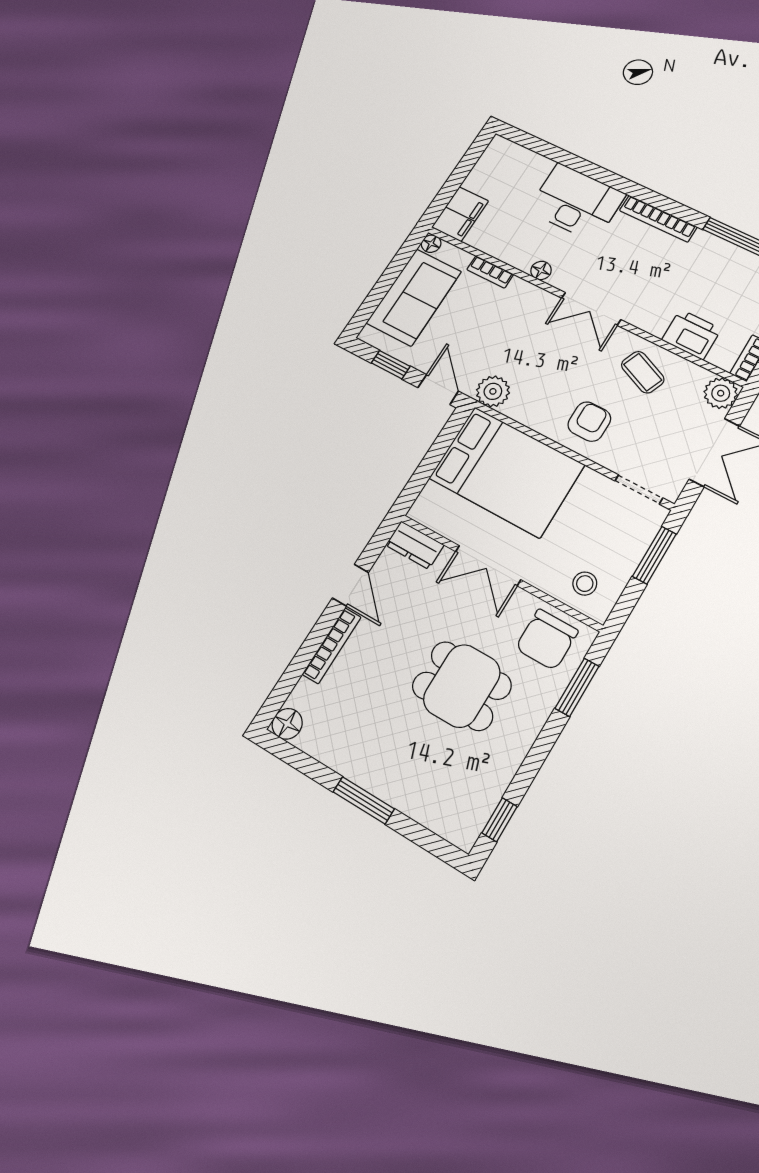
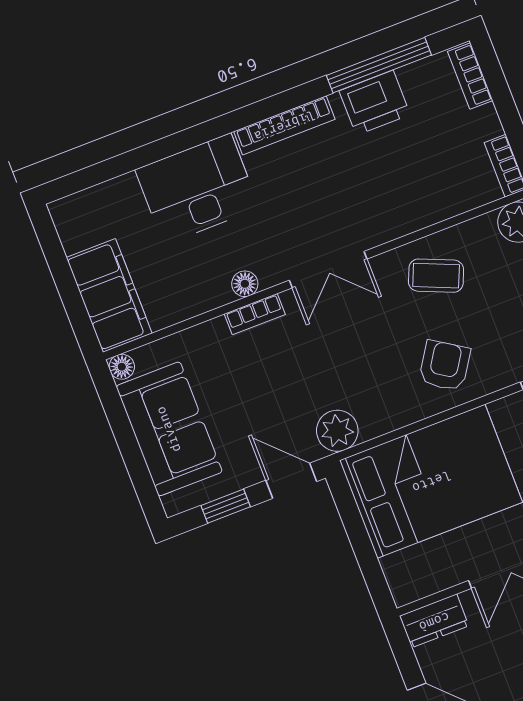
filing cabinet: (460, 214) -> (109, 295), width x1.50, depth x1.17
bookcase: (490, 272) -> (255, 314), moved
printer: (691, 334) -> (375, 103), moved, turned 180
armchair: (589, 422) -> (445, 366), turned 33

